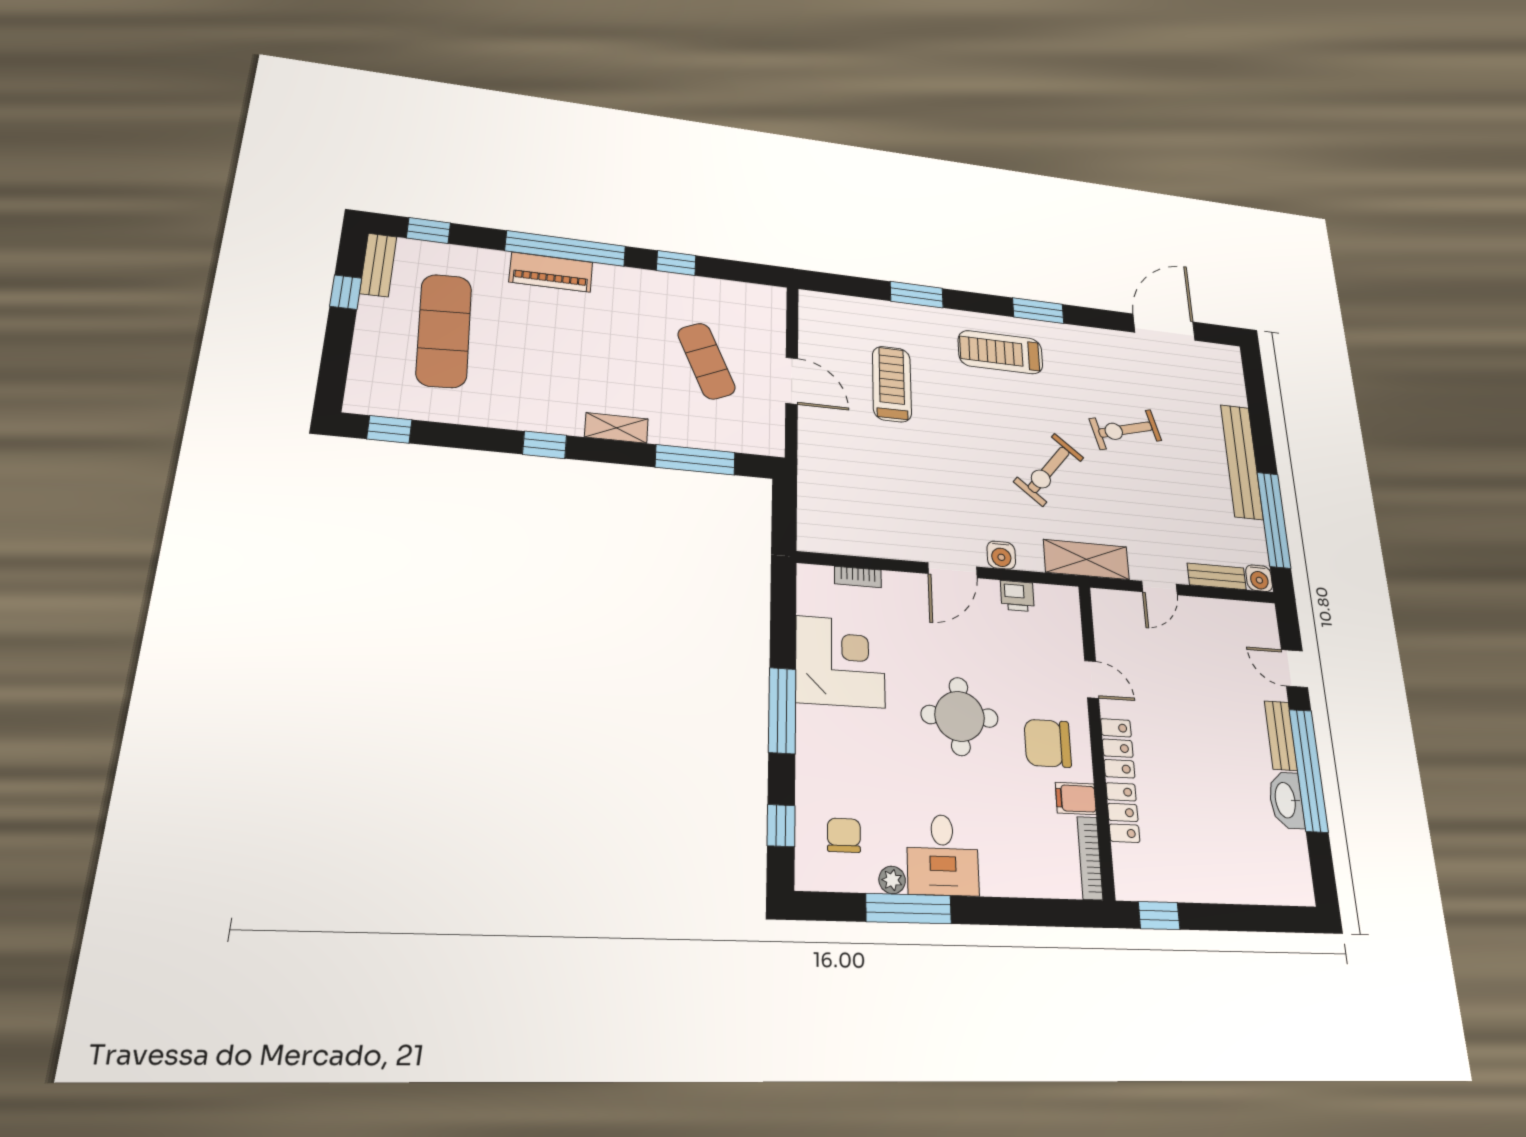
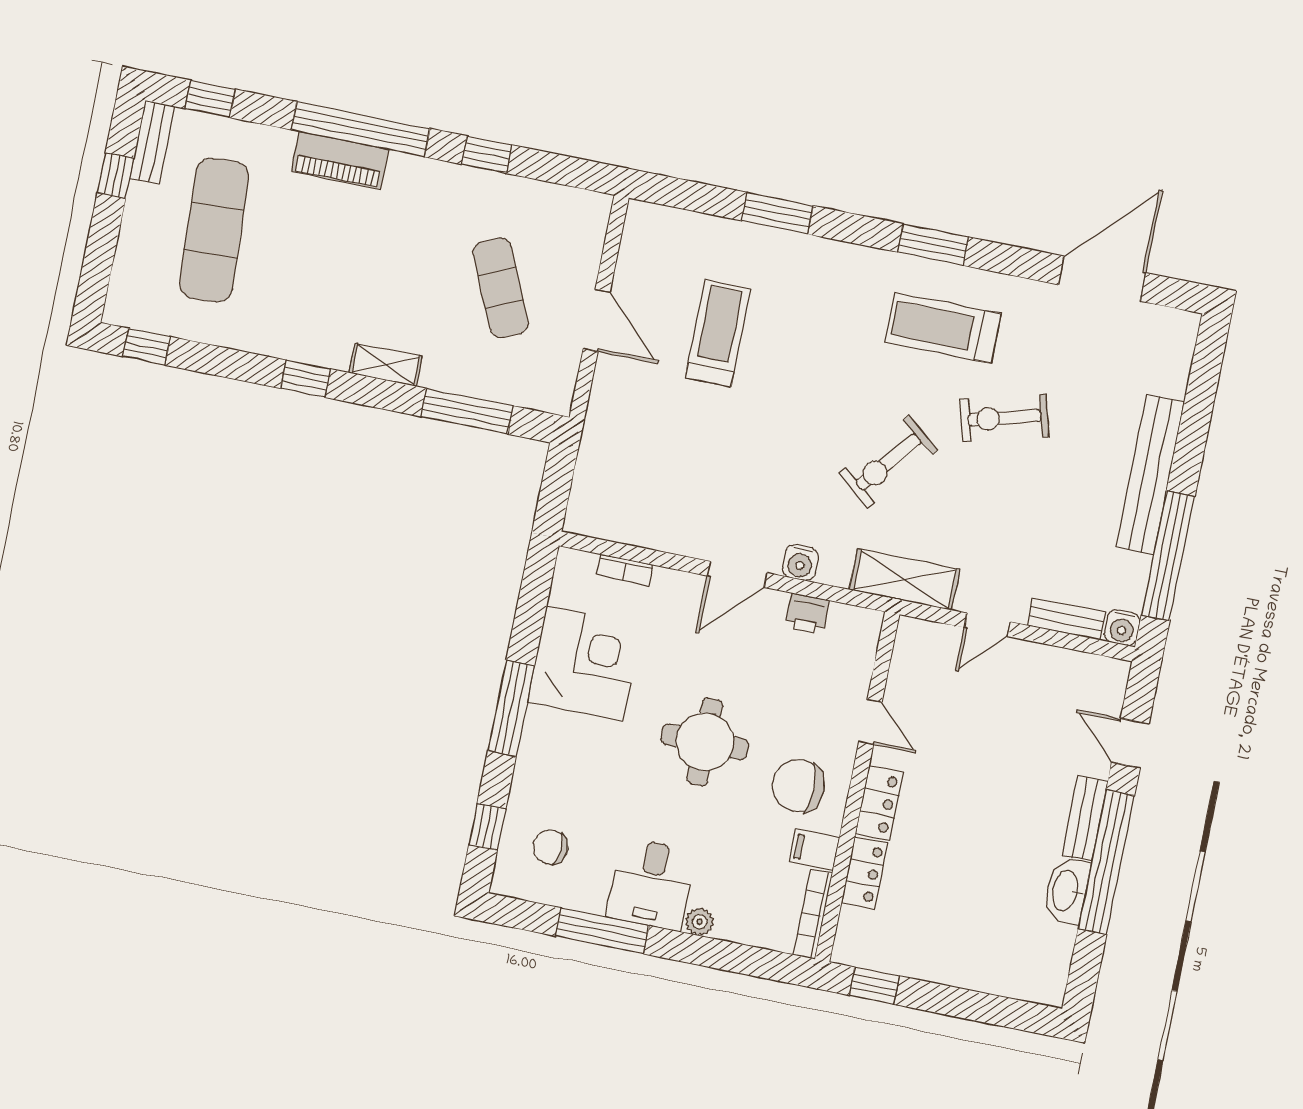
treadmill: (1001, 352) -> (943, 328), moved
chair: (844, 835) -> (550, 847), turned -86
plant: (892, 880) -> (700, 922), moved

